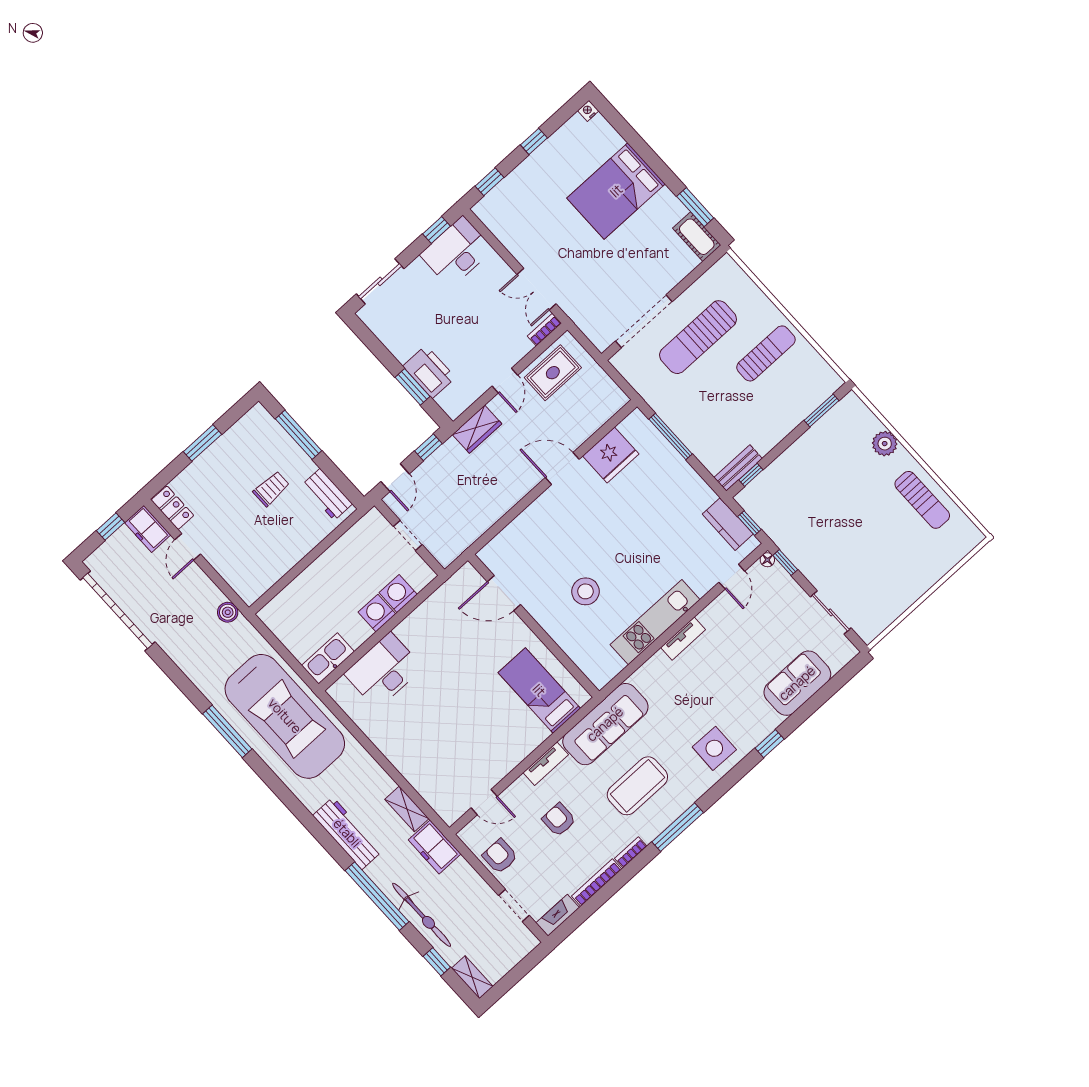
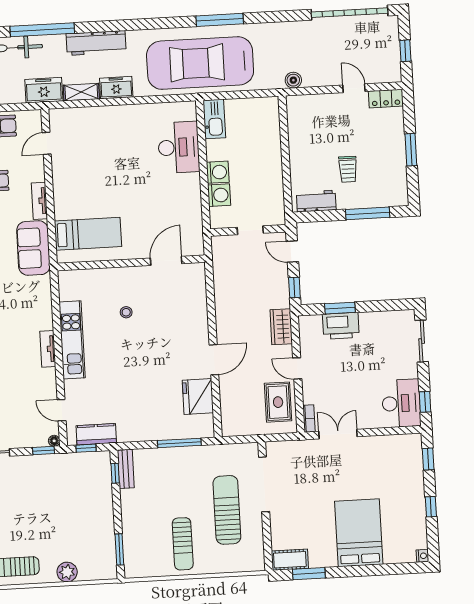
freezer: (148, 529) -> (116, 88), moved
stool: (585, 591) -> (126, 312), width x0.53, depth x0.53
sofa: (605, 724) -> (33, 248), width x0.73

